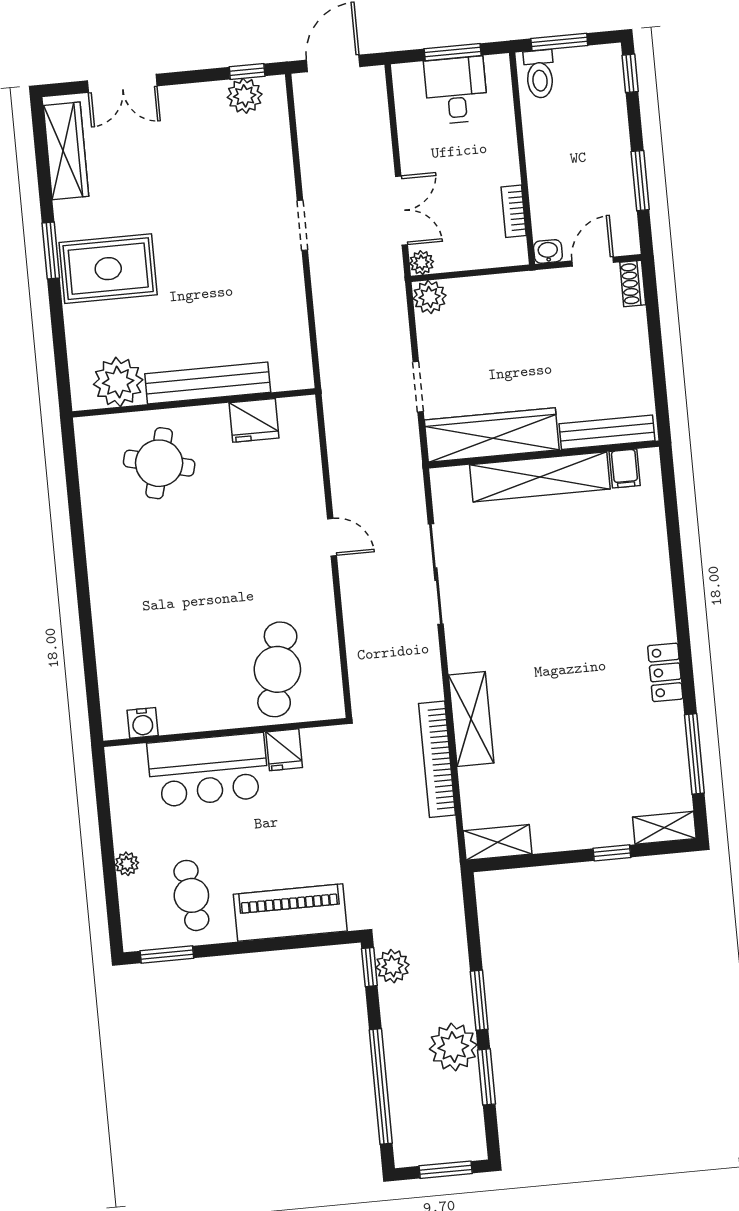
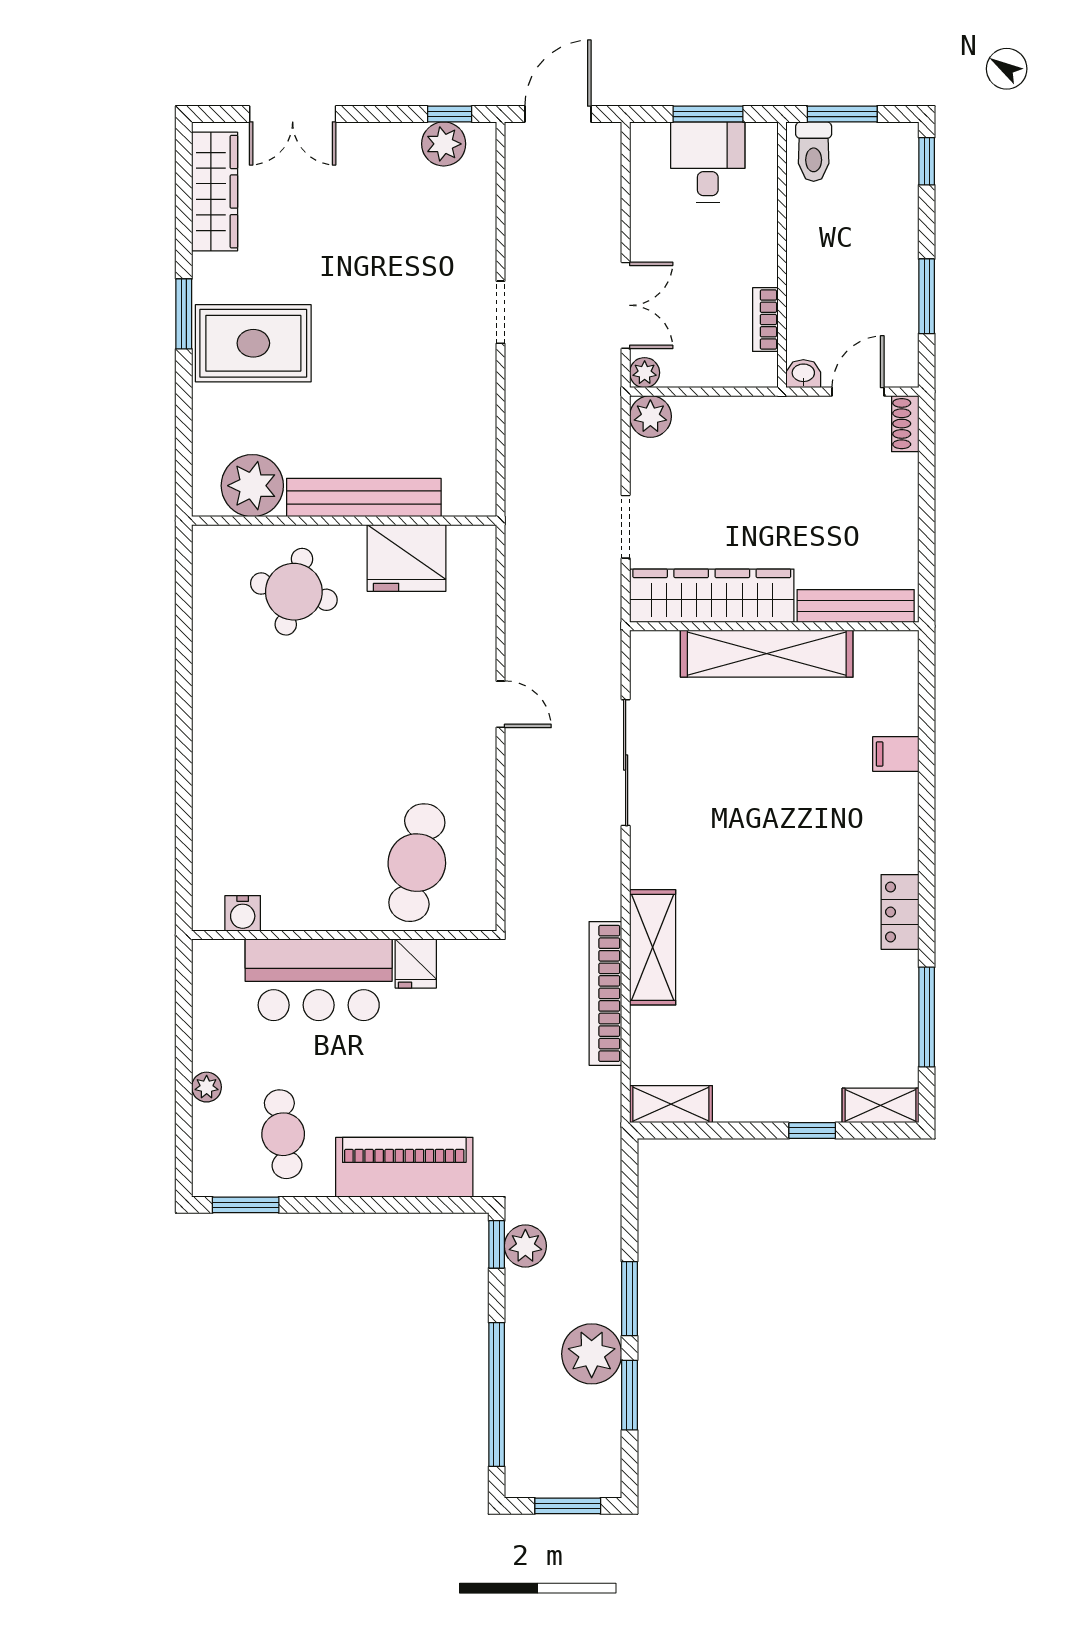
fridge: (254, 420) -> (407, 558), width x1.36, depth x1.34
filing cabinet: (625, 469) -> (896, 754), moved, turned 90

